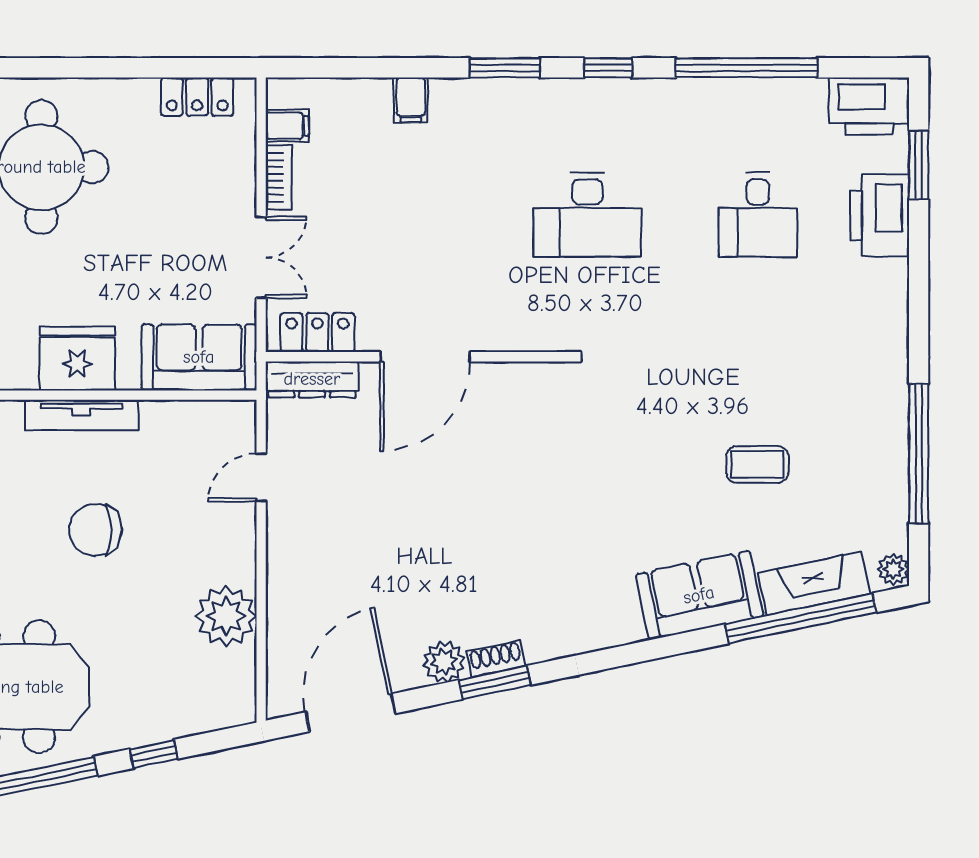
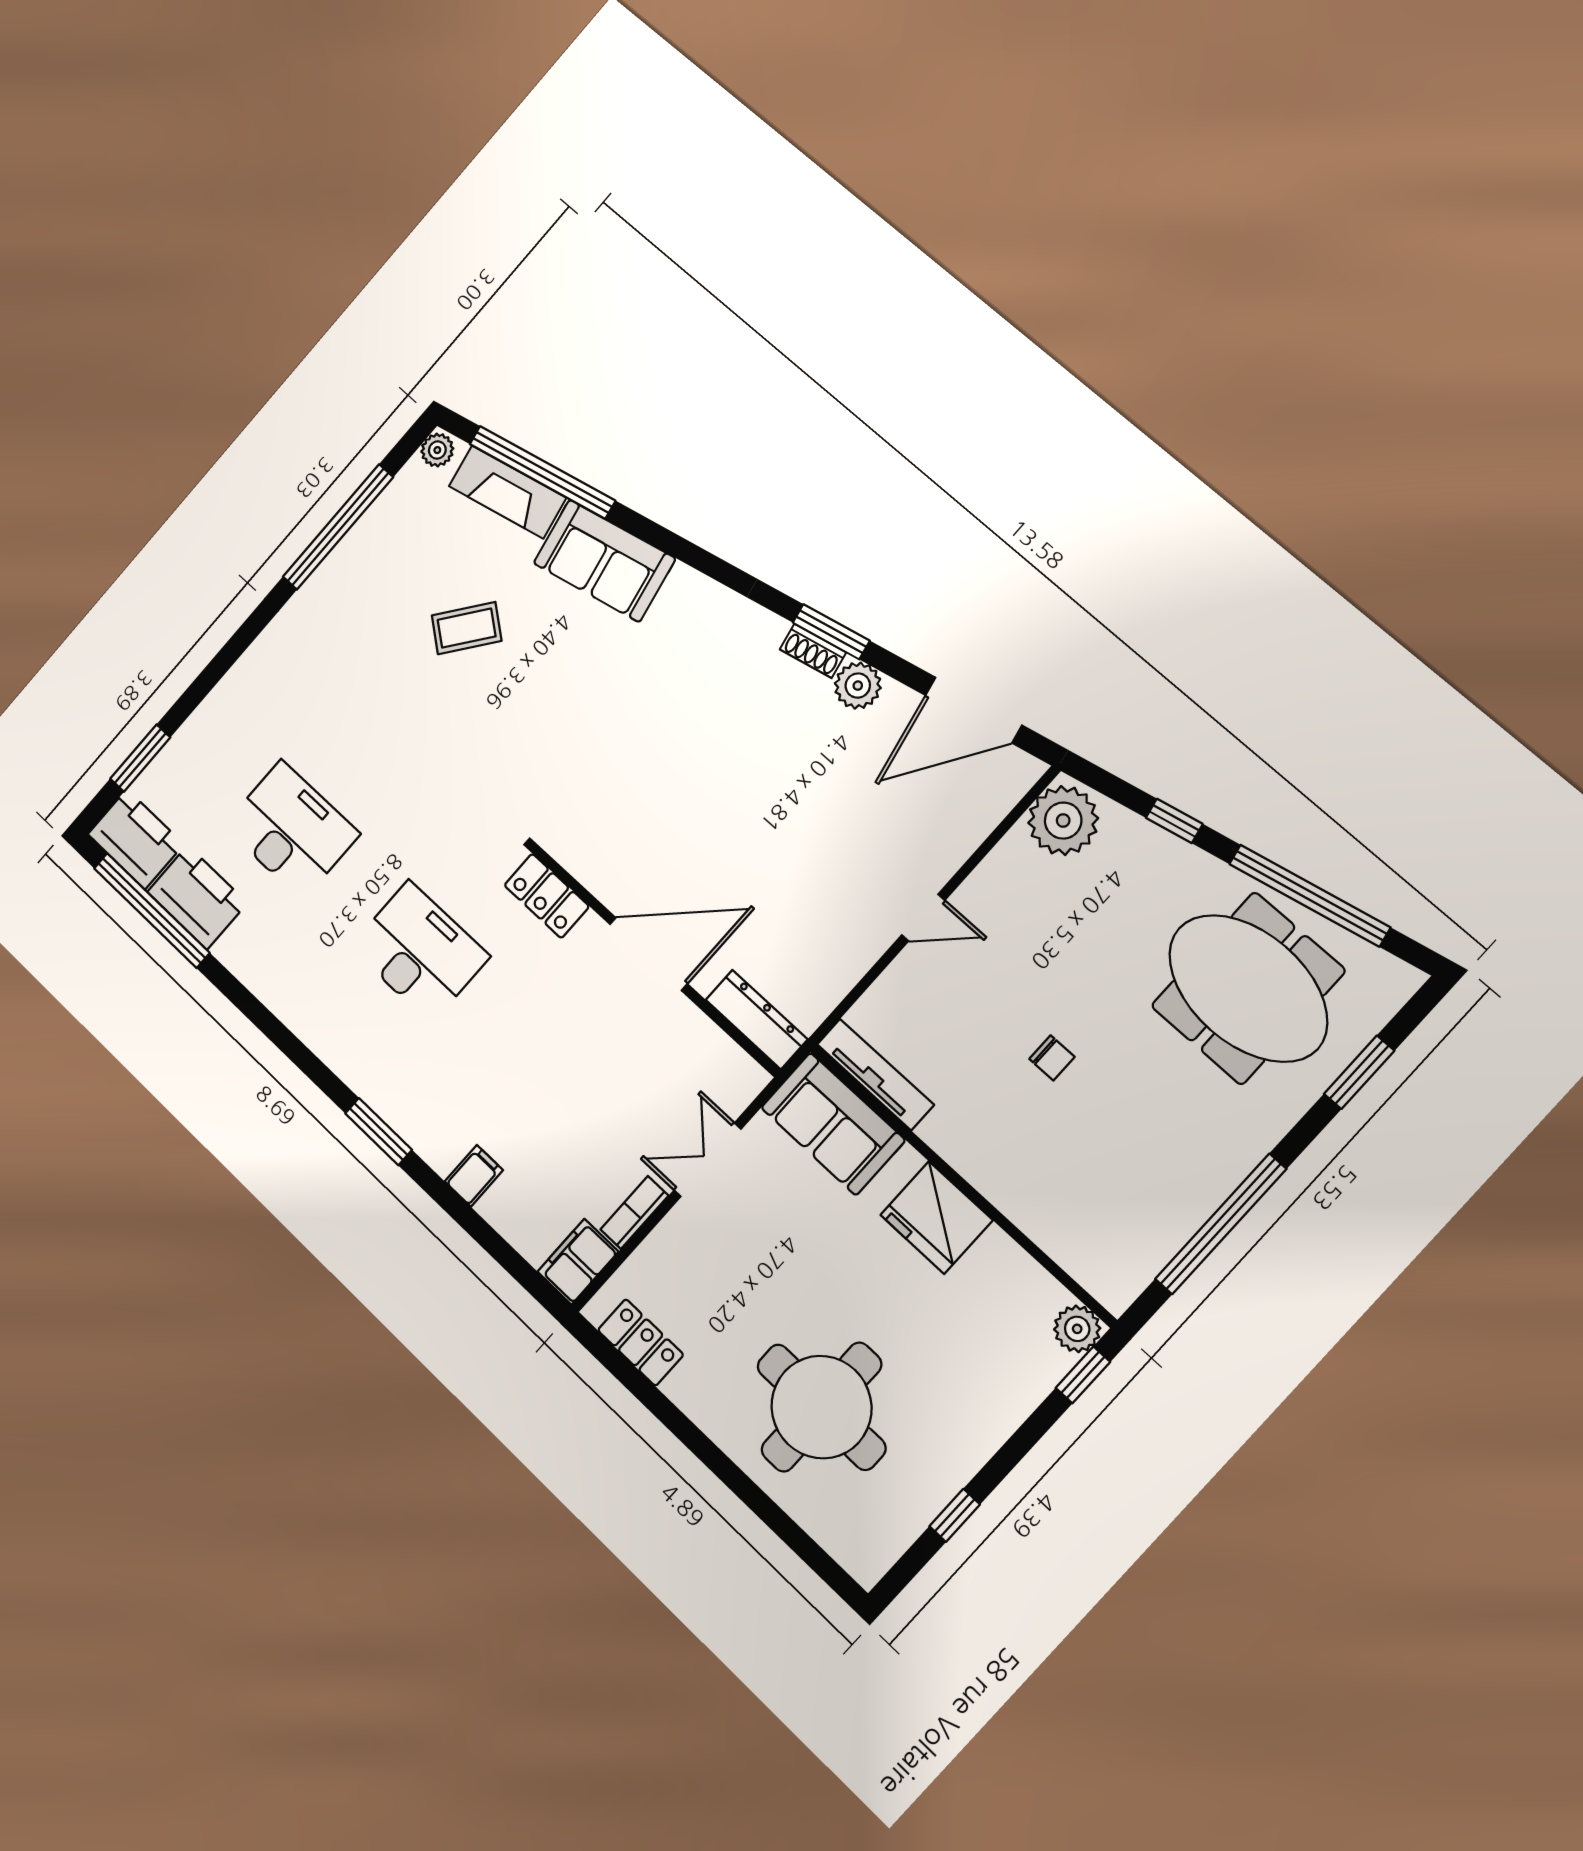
window: (608, 68) -> (301, 1056), removed
window: (747, 68) -> (152, 910), moved
filing cabinet: (287, 126) -> (578, 1262), width x2.00
desk: (758, 215) -> (292, 830), width x1.37
printer: (879, 215) -> (197, 897), moved, turned -90
locker: (317, 332) -> (547, 896), moved
tv unit: (82, 415) -> (875, 1075), moved
coffee table: (757, 464) -> (467, 628), turned -52
door: (261, 477) -> (923, 918), moved
chair: (95, 530) -> (1052, 1058), width x0.54, depth x0.54
plant: (226, 616) -> (1063, 821), moved

